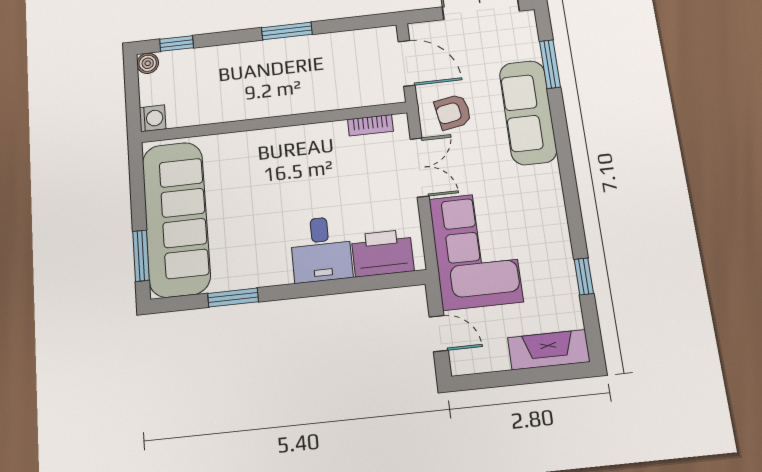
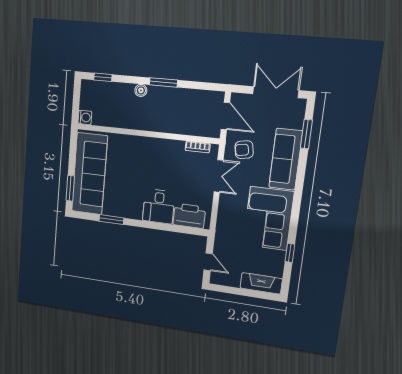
boiler: (148, 63) -> (141, 90), moved
corner sofa: (476, 250) -> (268, 218), moved, turned 180

